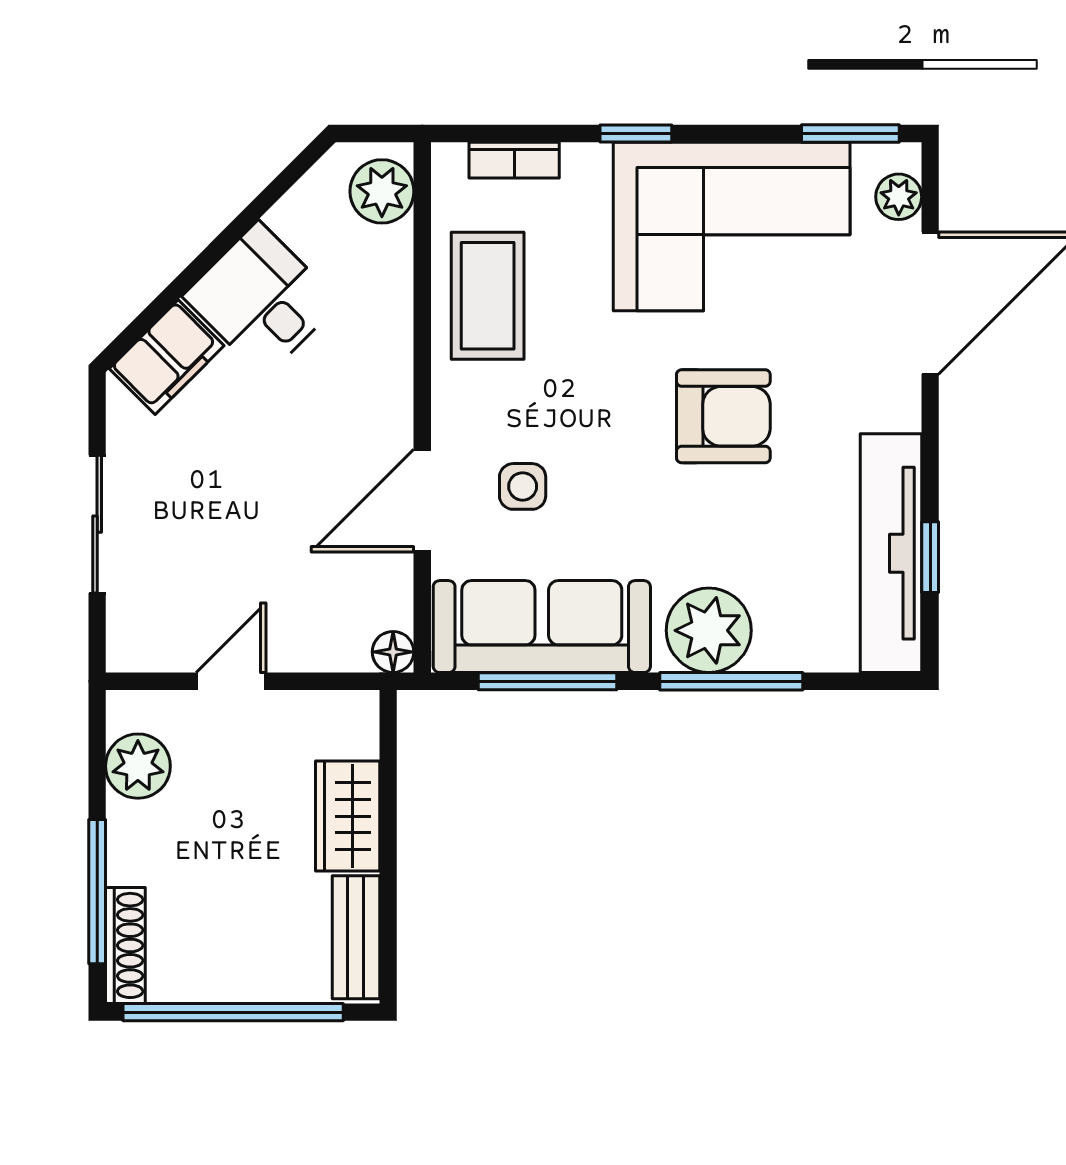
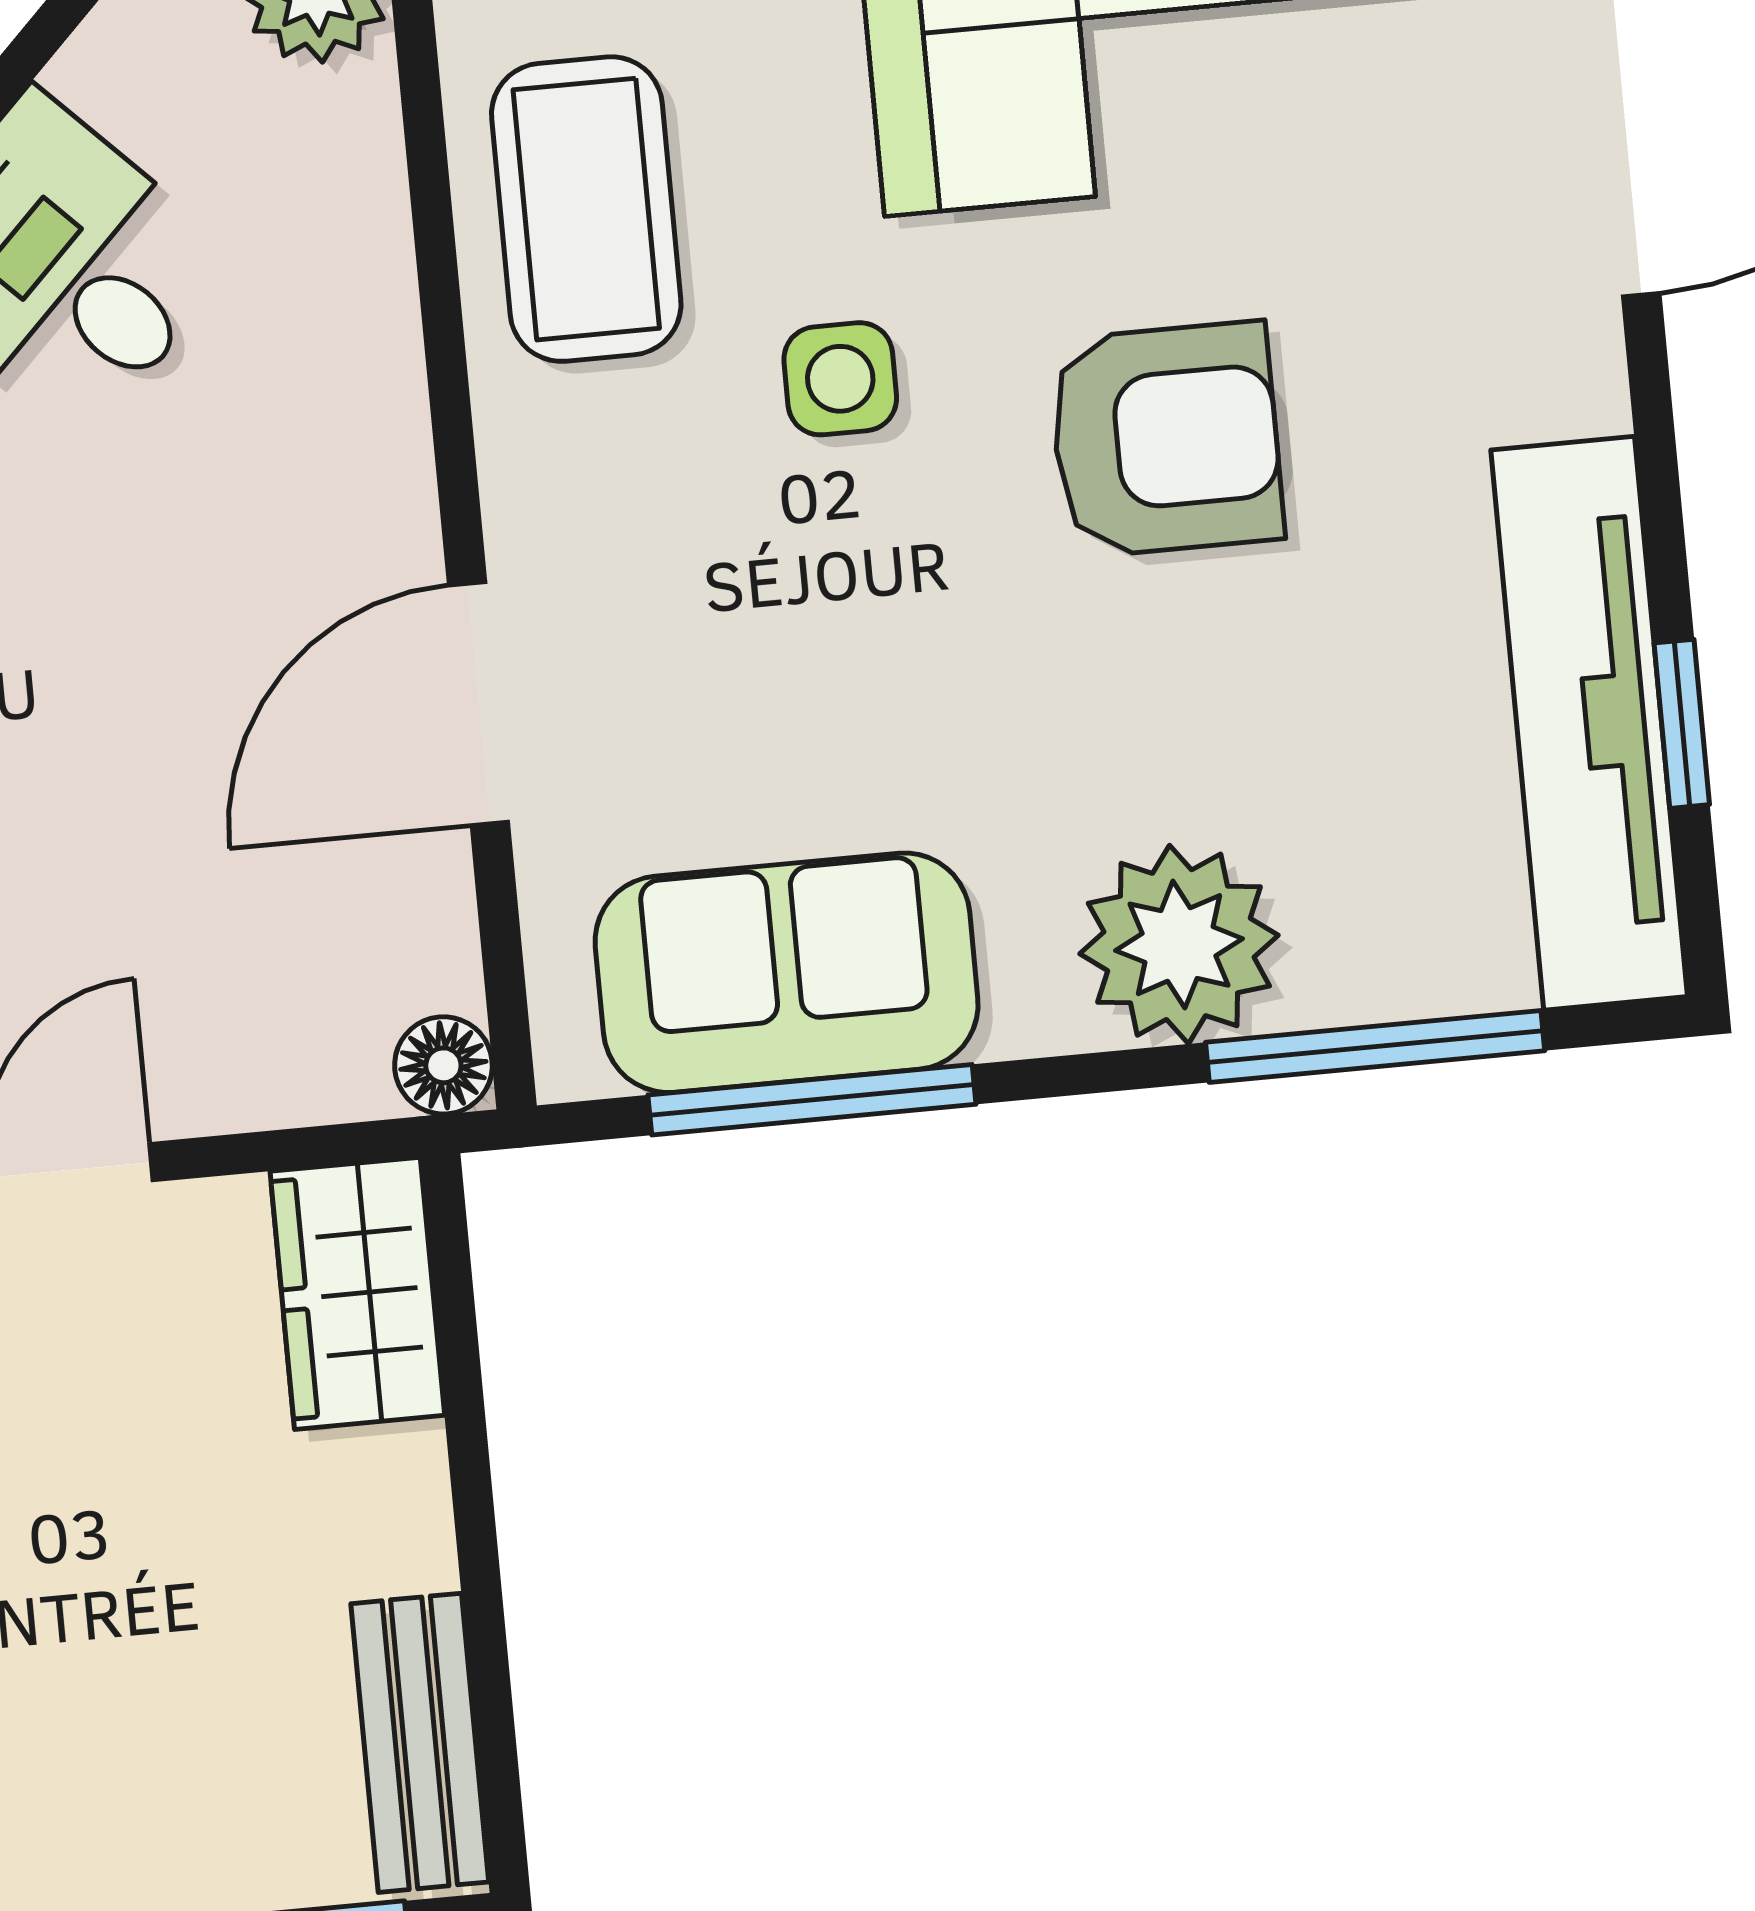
side table: (523, 486) -> (840, 379), moved
sofa: (542, 627) -> (787, 973), width x0.73
window: (731, 681) -> (1375, 1047), moved
wardrobe: (348, 816) -> (357, 1293), moved

